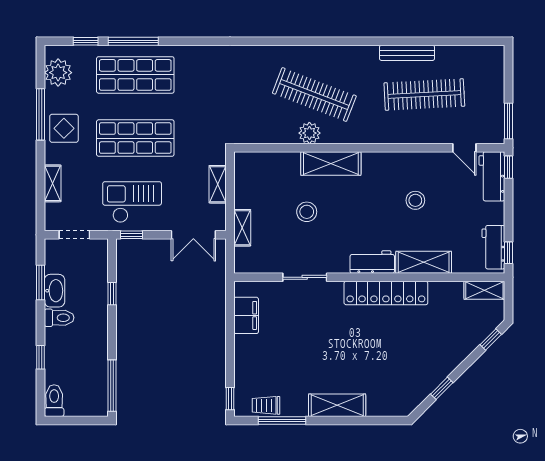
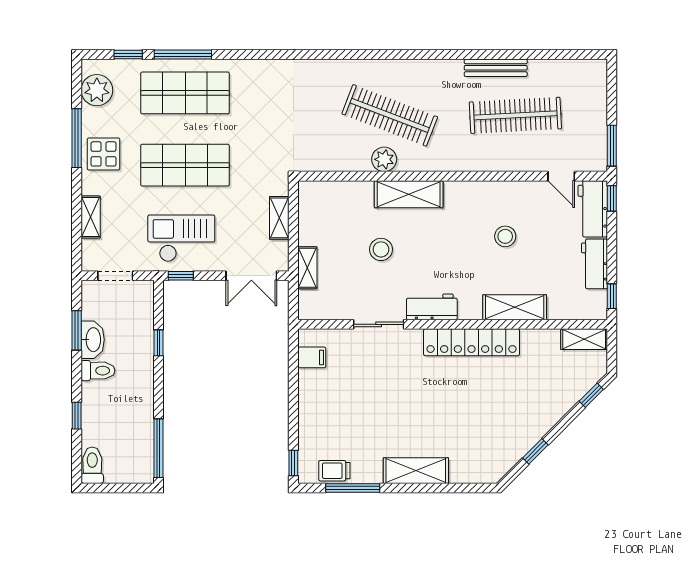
workbench: (493, 247) -> (594, 264), moved
workbench: (372, 262) -> (432, 307), moved
filing cabinet: (246, 315) -> (312, 357), width x0.50

